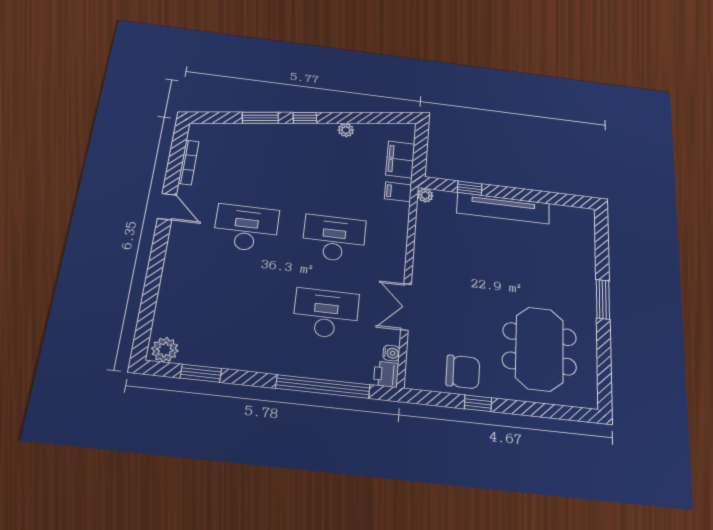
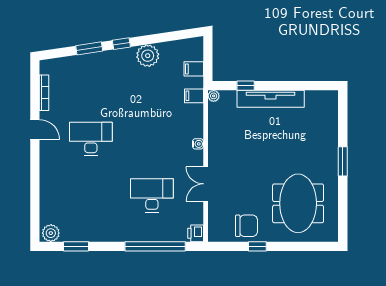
plant: (346, 130) -> (148, 56), width x1.88, depth x1.88
filing cabinet: (400, 160) -> (194, 69), width x0.50
desk: (334, 238) -> (152, 139), removed
water cooler: (391, 353) -> (198, 144), moved

